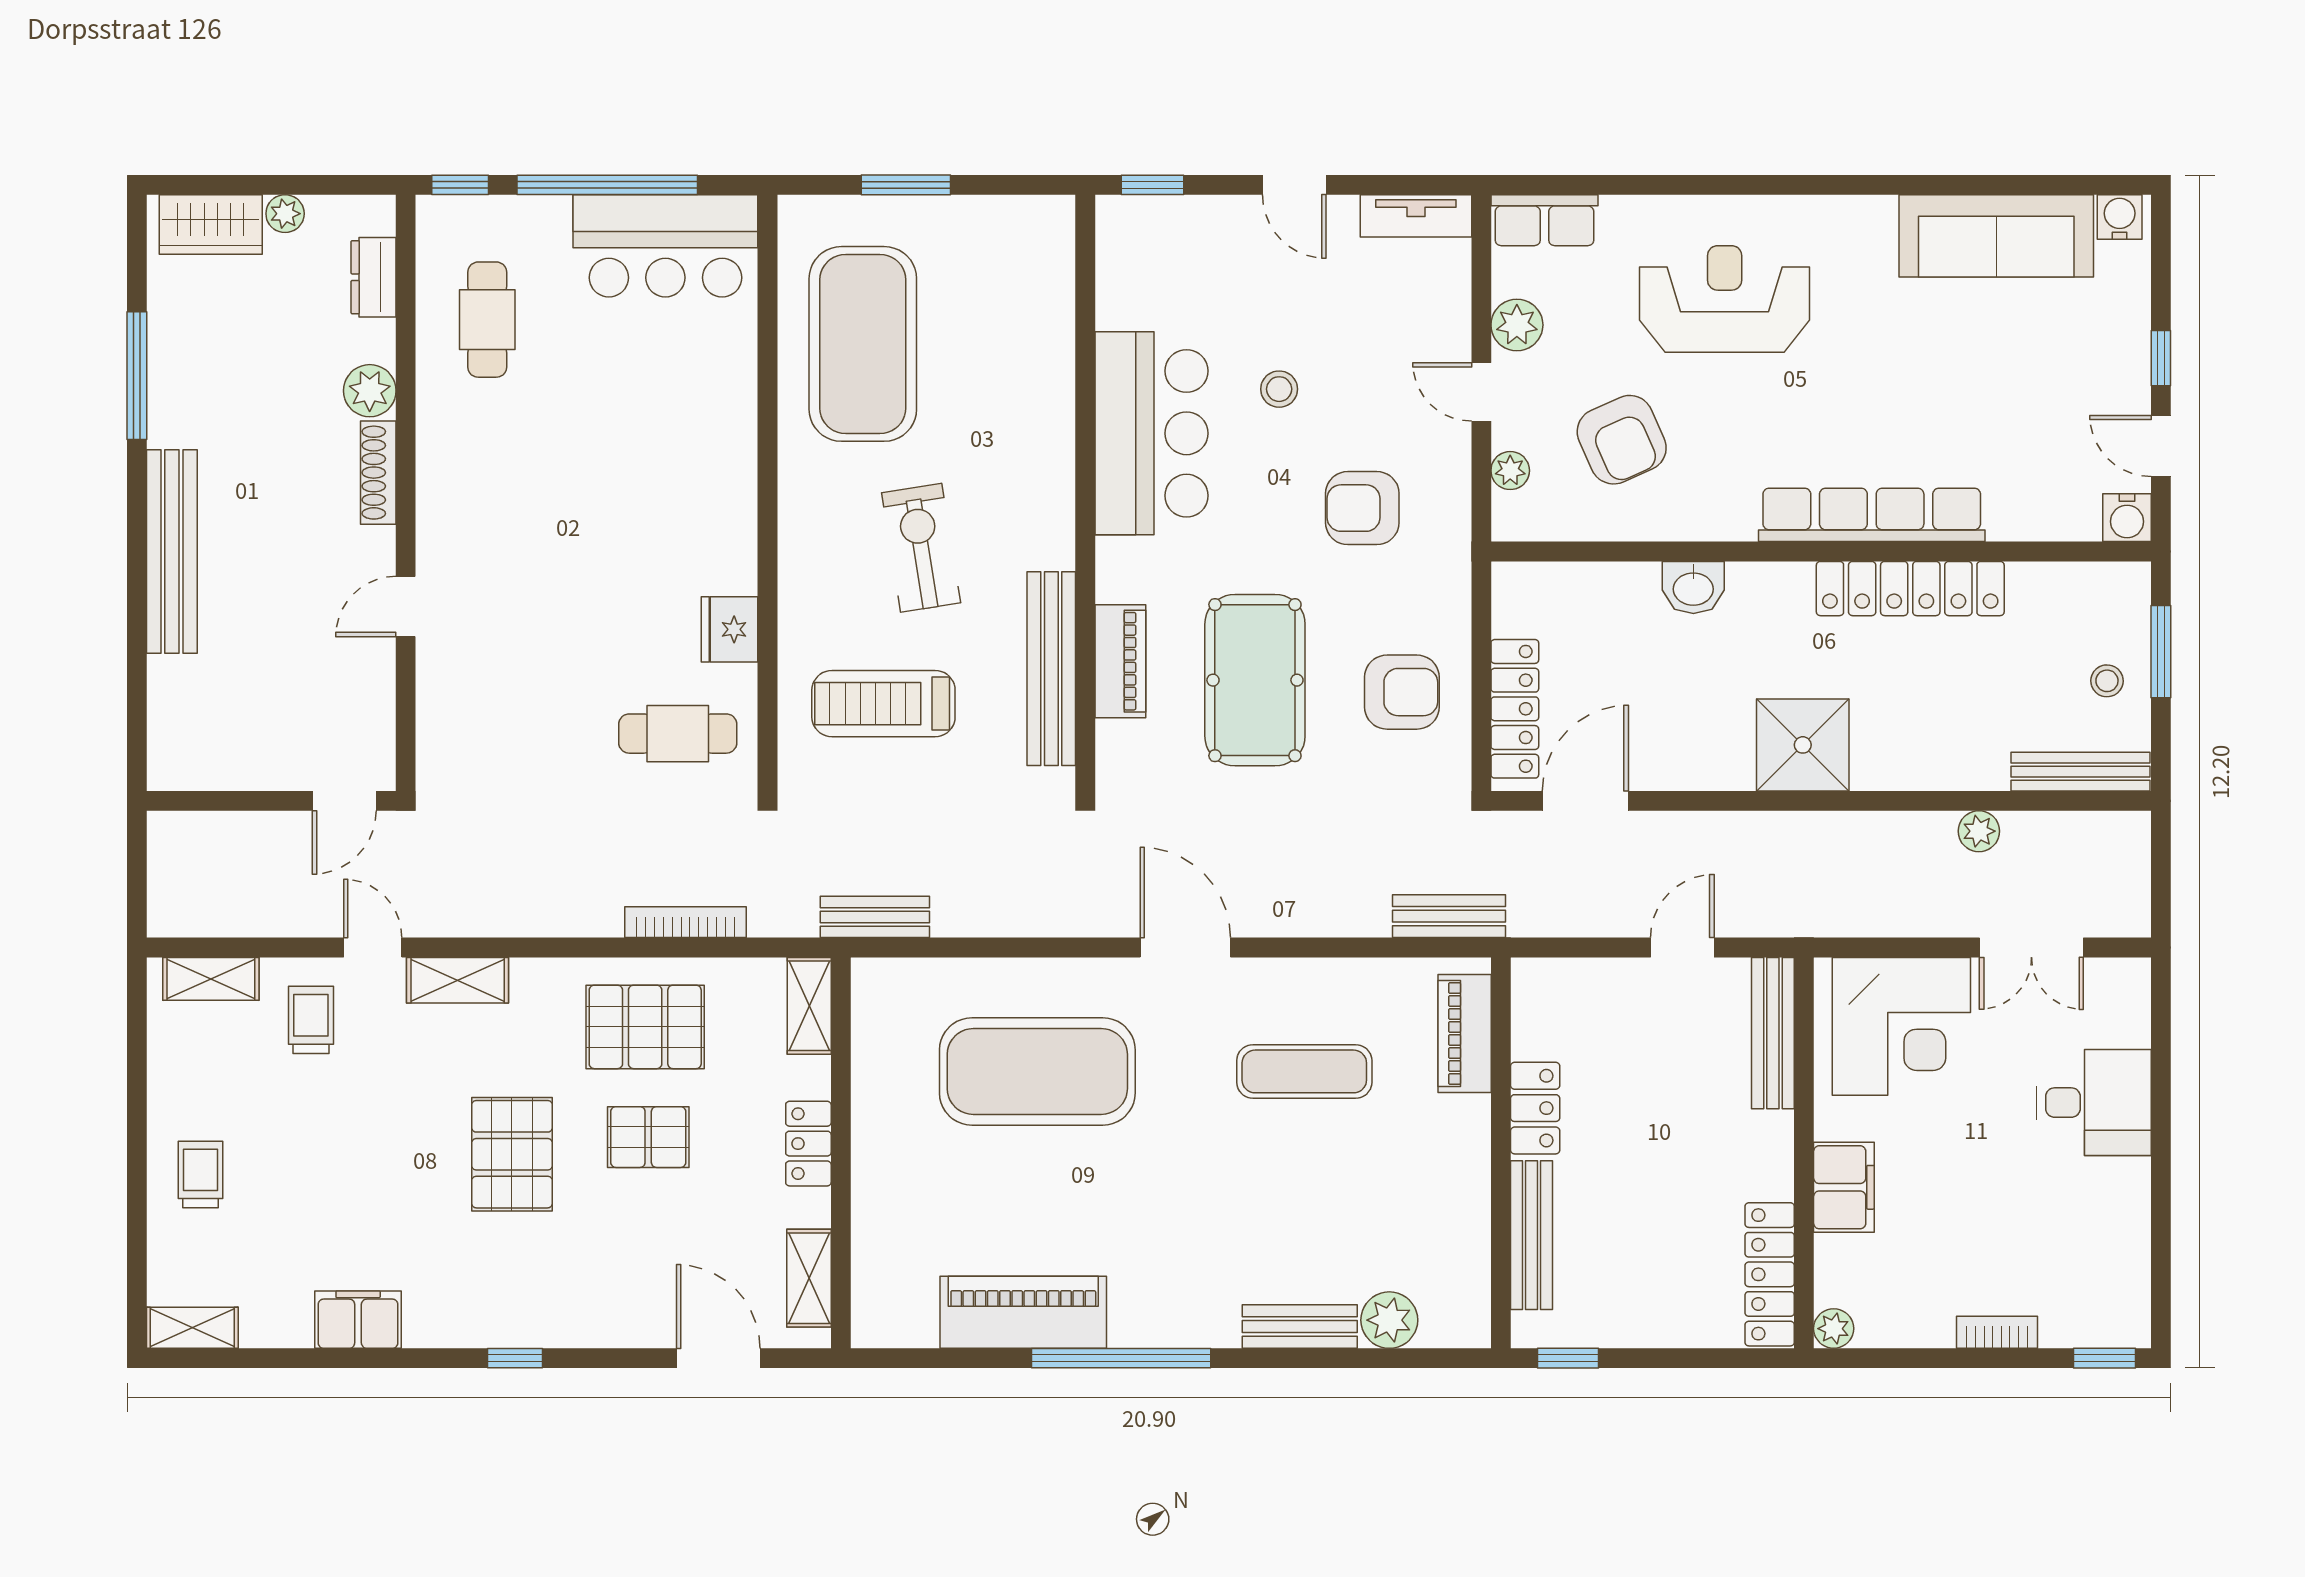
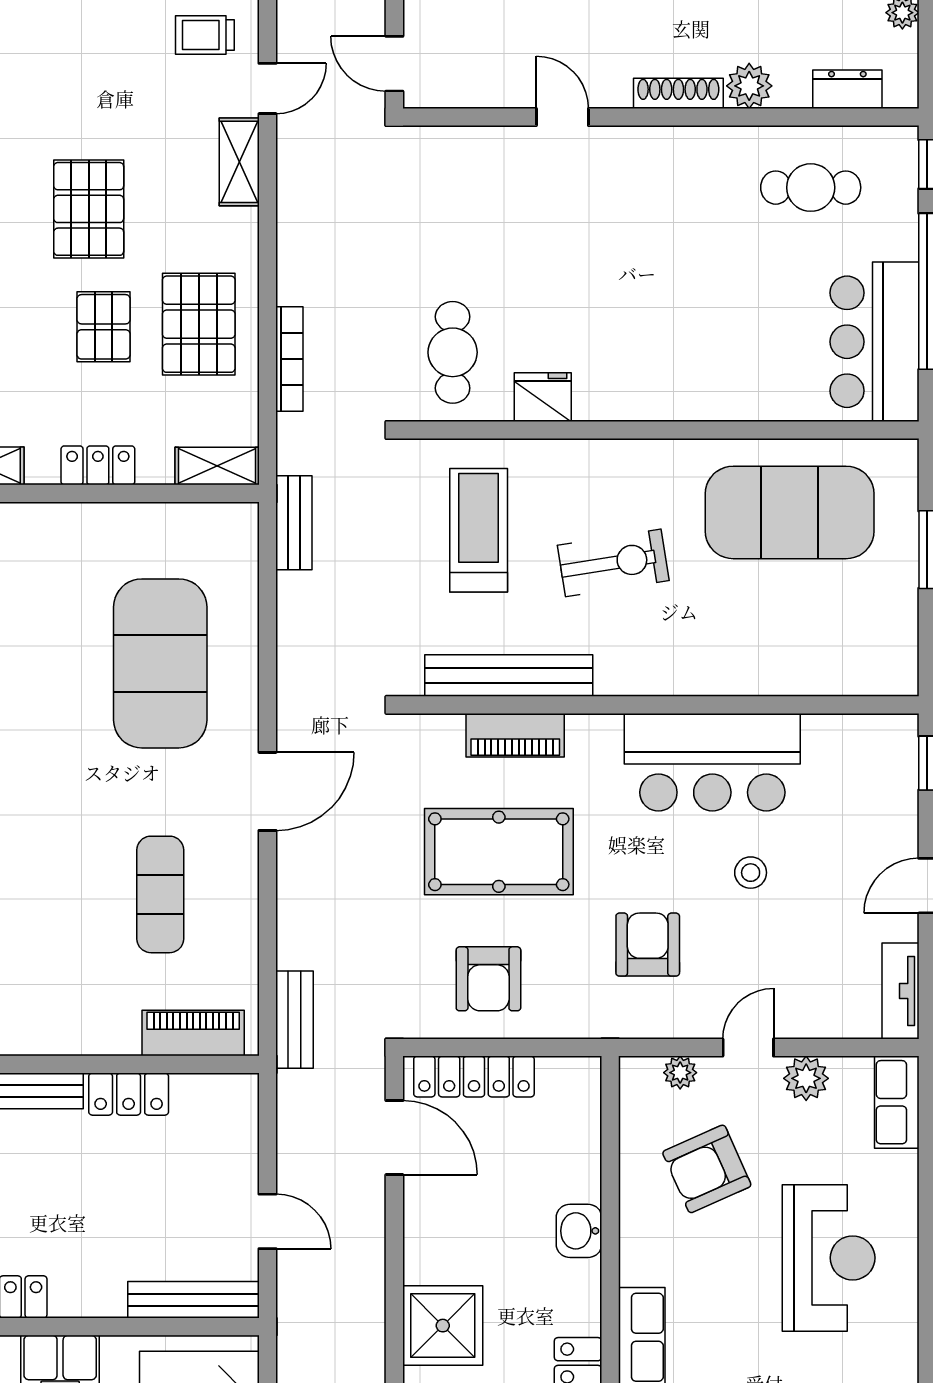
trolley: (311, 1020) -> (205, 35), turned 180
pallet: (512, 1154) -> (89, 209), turned 90

